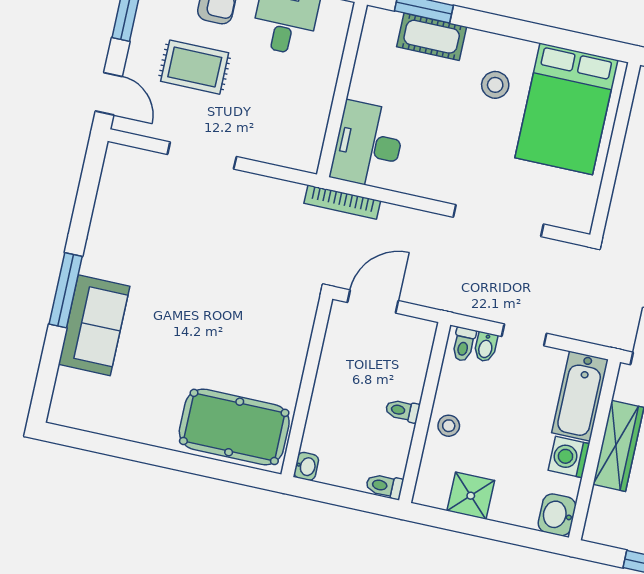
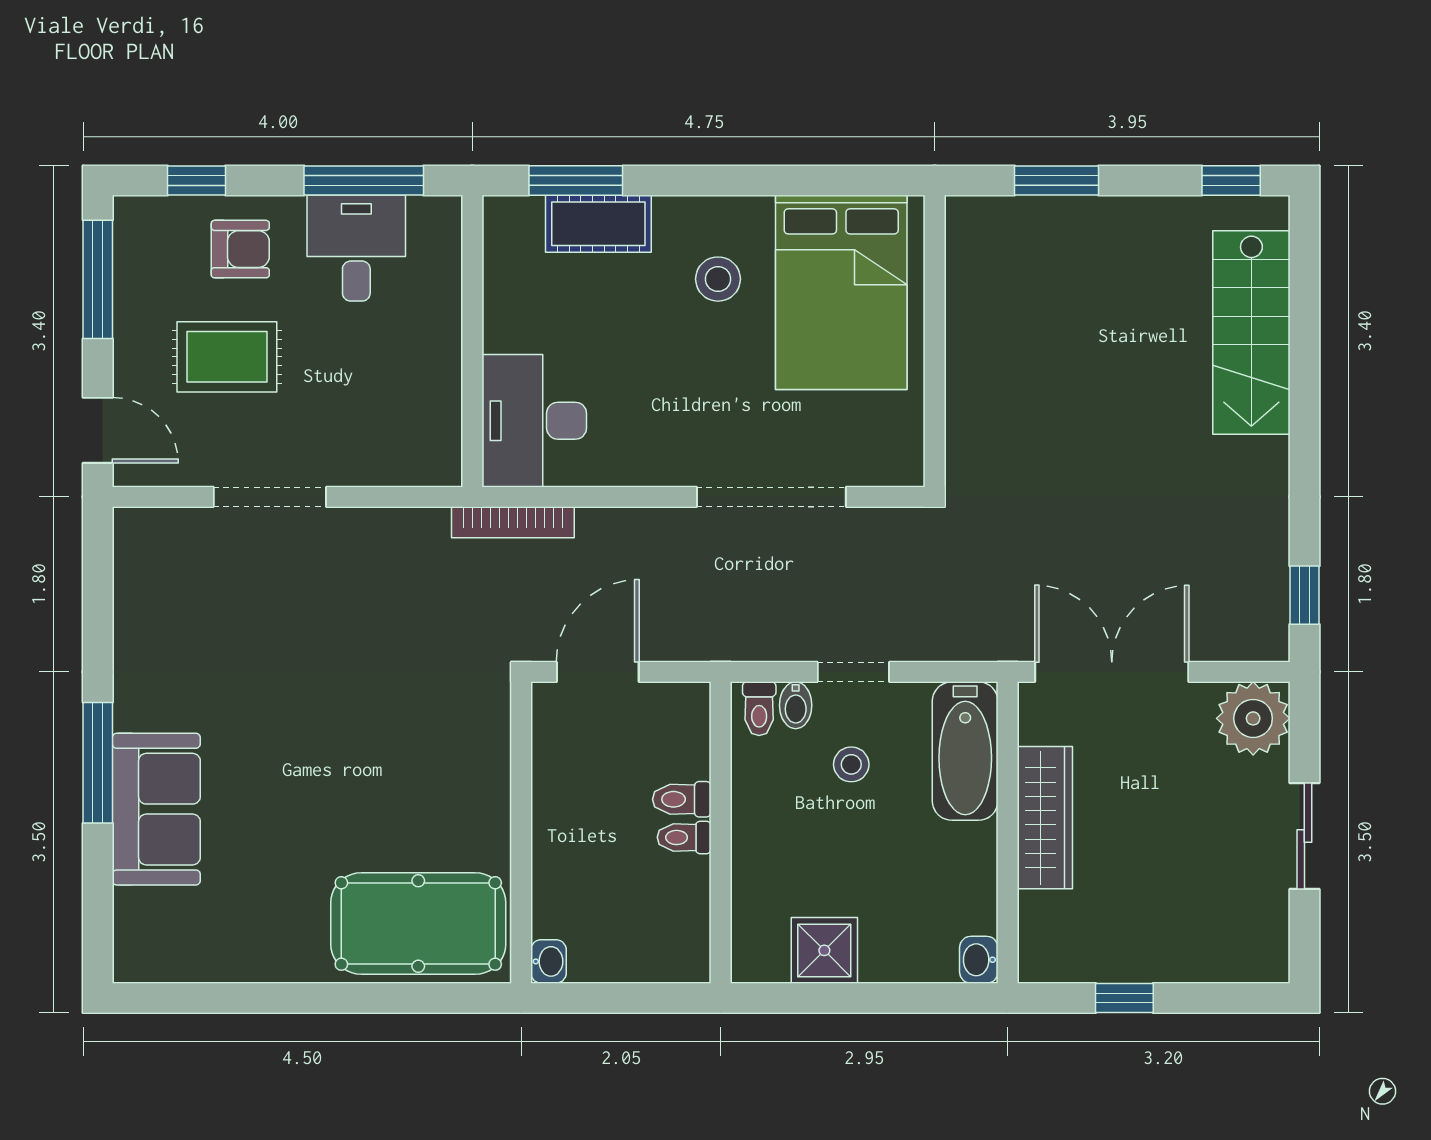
stool: (449, 426) -> (851, 764), moved
washing machine: (569, 457) -> (969, 853), removed
toilet: (384, 486) -> (682, 799), moved
washbasin: (557, 515) -> (979, 960), width x0.72, depth x0.69

